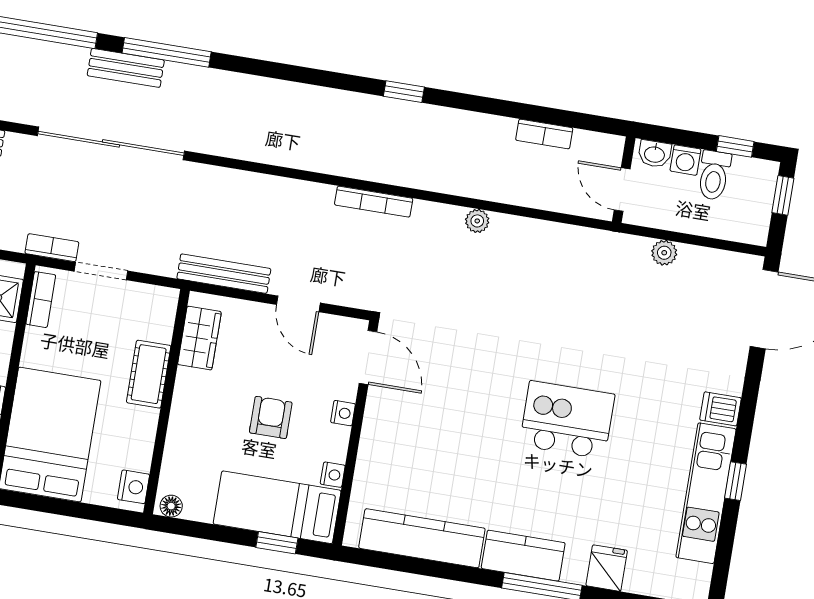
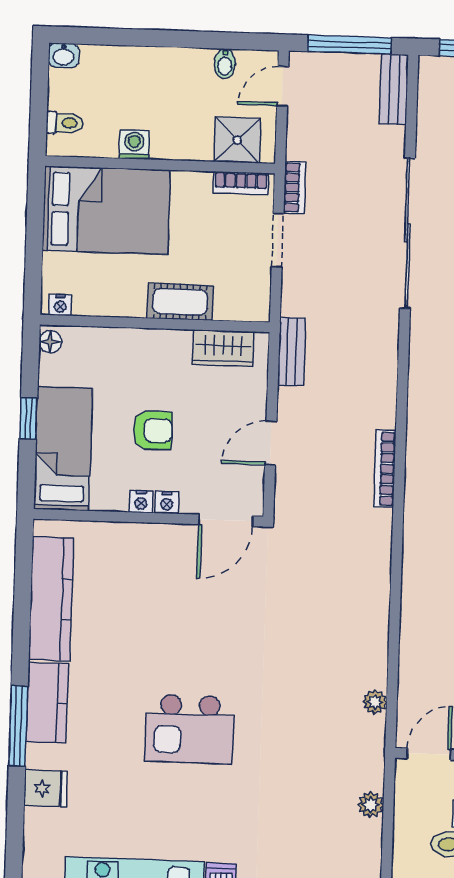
bookcase: (374, 202) -> (385, 469), moved
plant: (477, 221) -> (375, 702), moved
bench: (224, 274) -> (292, 352), width x0.73
kitchen island: (567, 420) -> (190, 729), turned 90
nightstand: (333, 475) -> (141, 502), moved
nightstand: (134, 487) -> (60, 305), width x0.72, depth x0.74
window: (277, 543) -> (28, 418), moved

